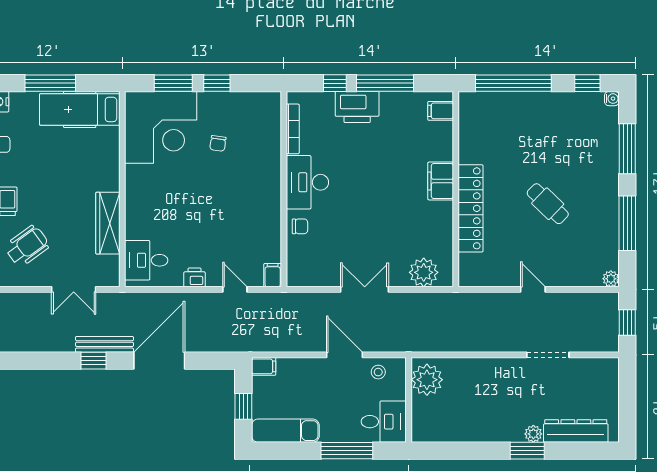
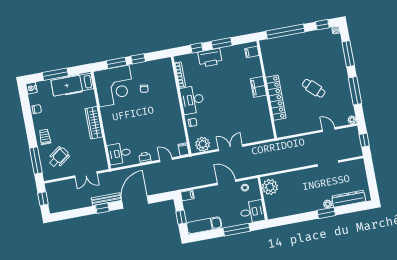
window: (385, 83) -> (222, 43), width x0.69
wardrobe: (108, 223) -> (94, 123), moved
plant: (424, 272) -> (203, 144), moved
door: (533, 289) -> (329, 130), moved

